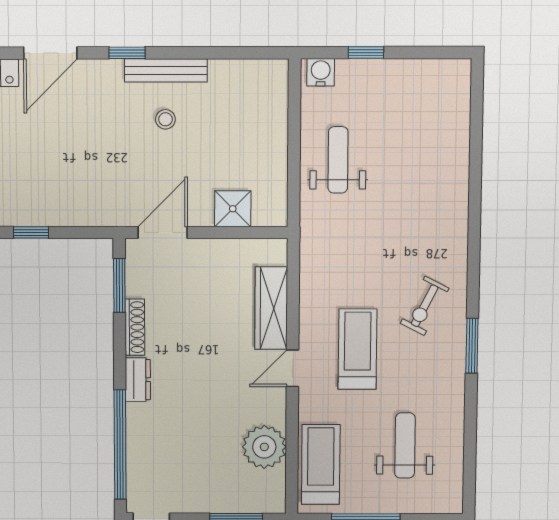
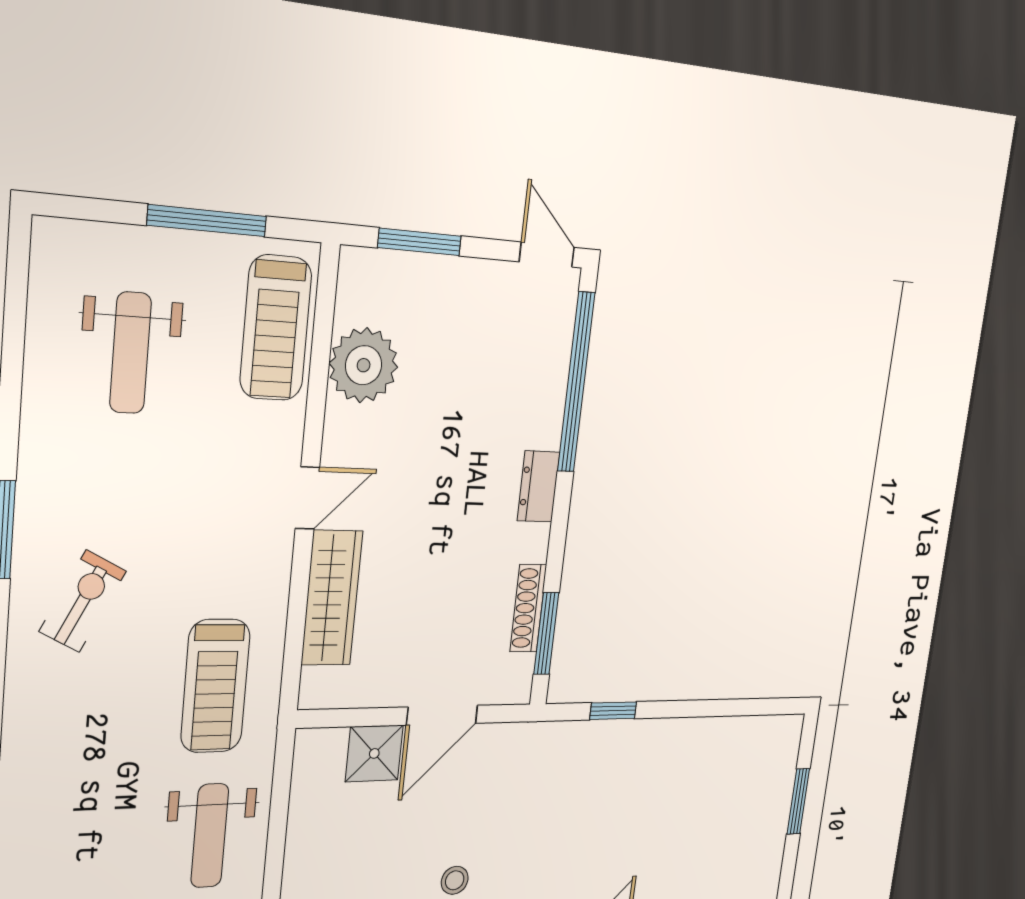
window: (31, 232) -> (613, 711), moved
door: (163, 232) -> (442, 715), moved
shoe rack: (135, 327) -> (528, 608), moved
treadmill: (358, 349) -> (215, 686), moved

